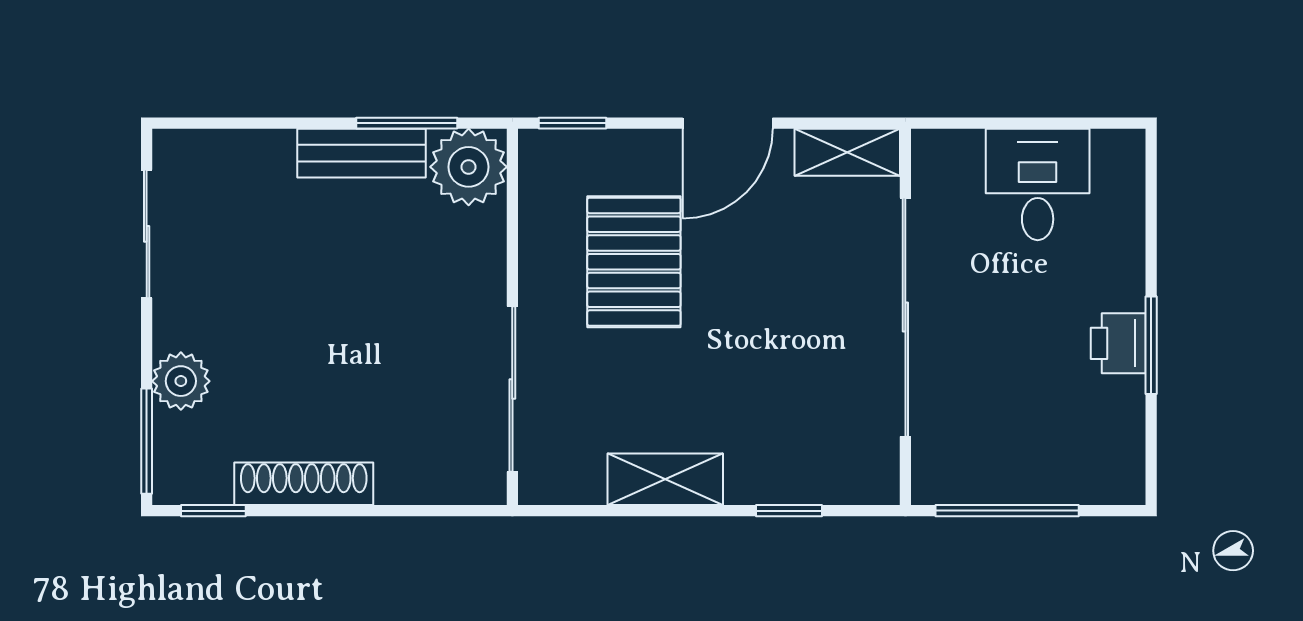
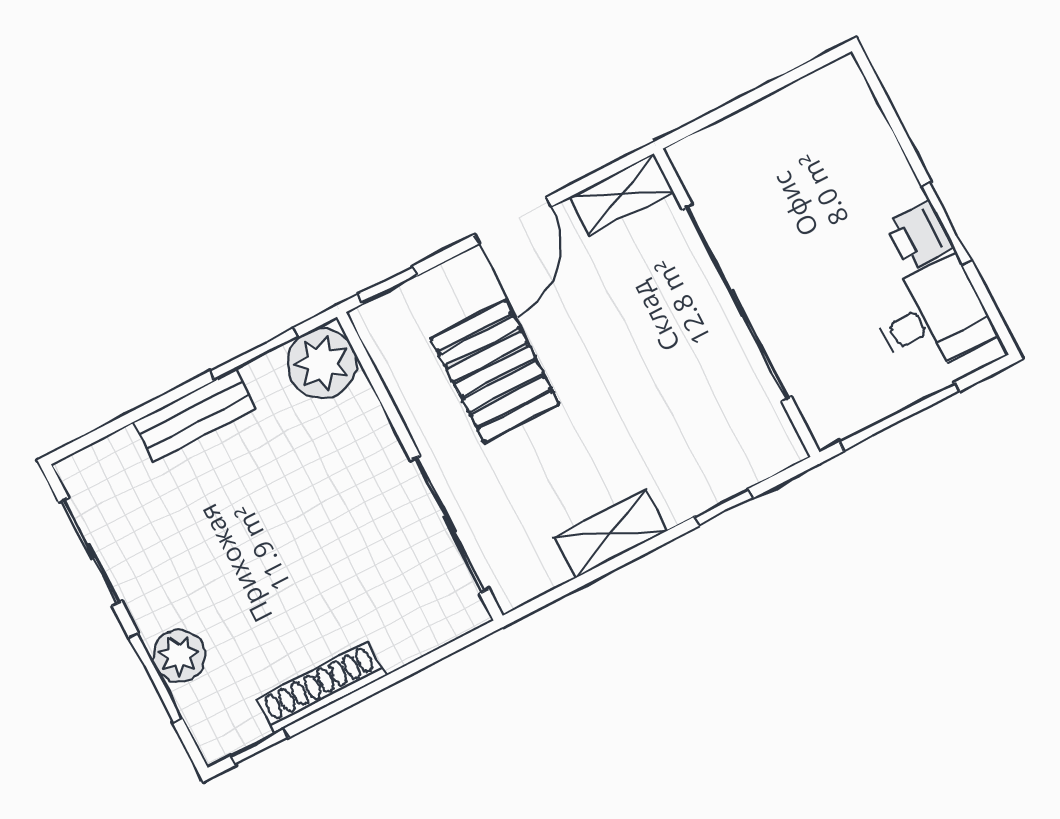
bench: (362, 153) -> (195, 415), moved
desk: (1038, 184) -> (932, 317), moved, turned 90
window: (147, 441) -> (156, 678), moved

